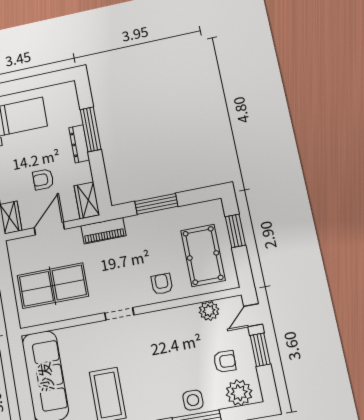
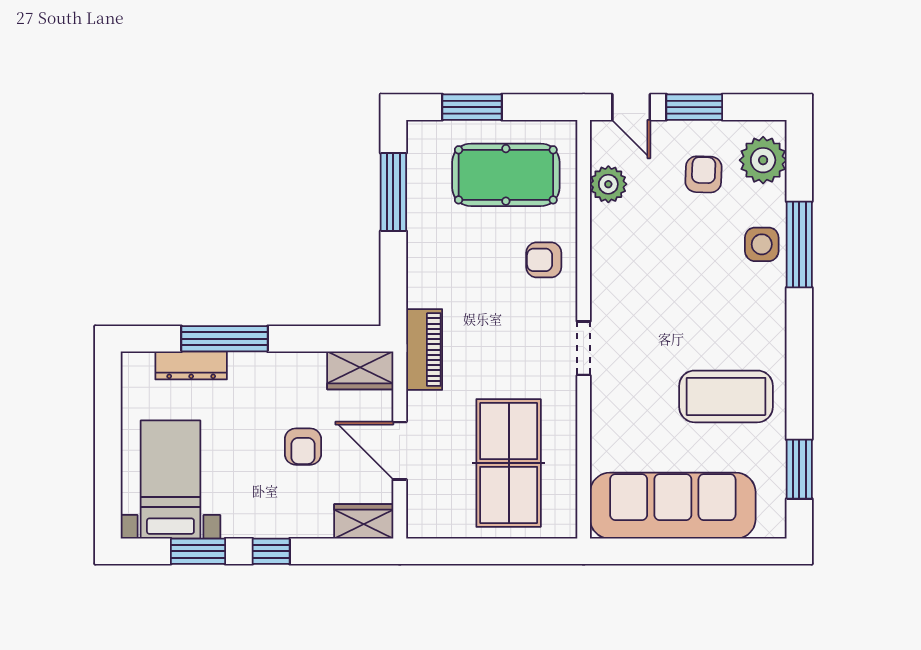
dresser: (79, 144) -> (191, 365), moved
window: (156, 204) -> (393, 192), moved

